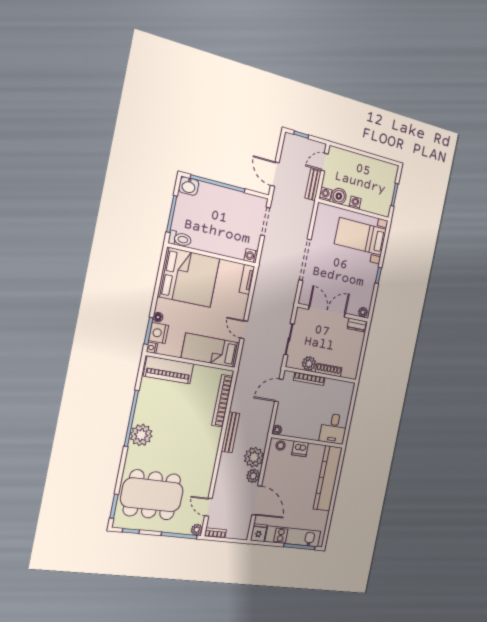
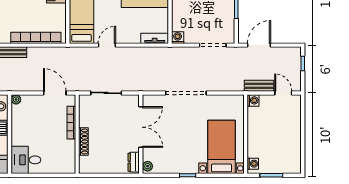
boiler: (339, 196) -> (255, 115), removed
washing machine: (355, 203) -> (253, 164), moved
plant: (309, 364) -> (86, 119), removed

